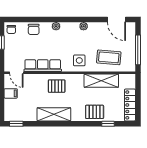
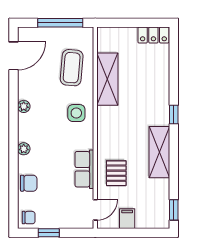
row of seats: (43, 66) -> (84, 169), width x0.68
pallet: (57, 86) -> (116, 173), moved
locker: (130, 105) -> (153, 35), width x0.66
pallet: (95, 112) -> (155, 89), removed
window: (108, 124) -> (174, 114), moved

